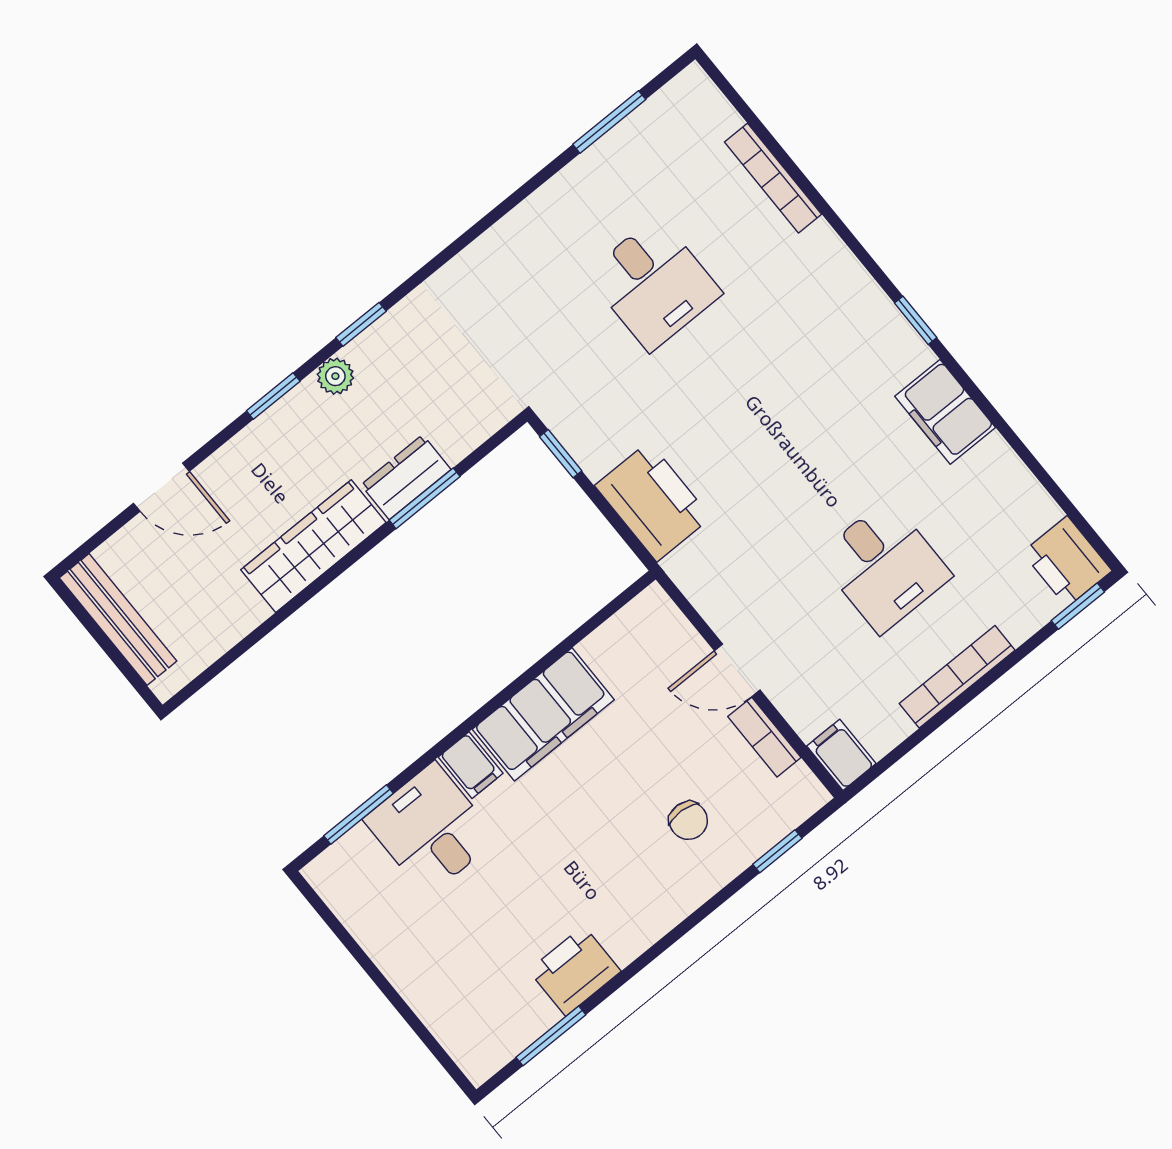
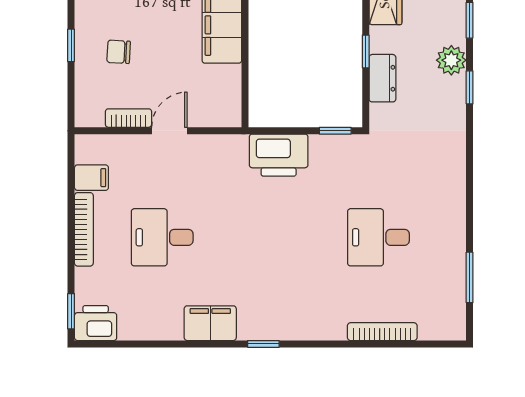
plant: (335, 376) -> (451, 60), width x1.38, depth x1.38
dresser: (406, 477) -> (382, 78), moved
window: (425, 498) -> (366, 51), width x0.67
filing cabinet: (841, 755) -> (91, 178), moved
window: (777, 851) -> (71, 45), moved

